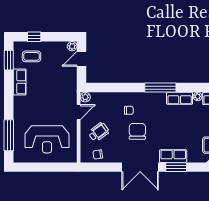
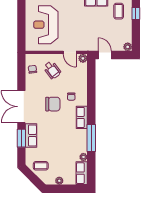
door: (81, 59) -> (105, 55), moved
window: (160, 88) -> (91, 138), moved
row of seats: (180, 98) -> (82, 117), moved

